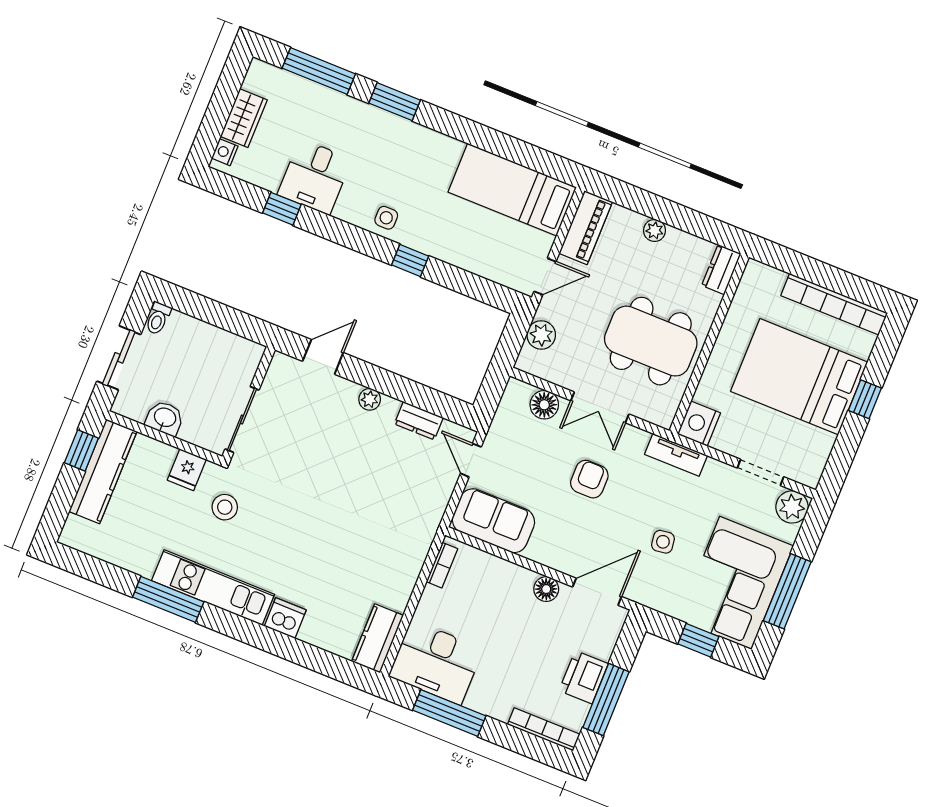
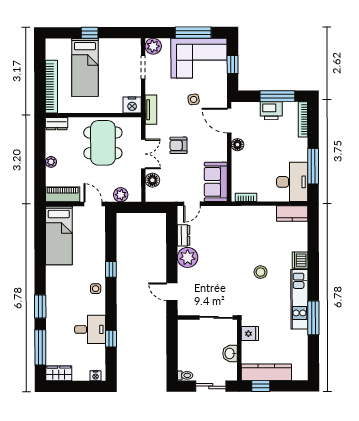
wardrobe: (244, 118) -> (59, 373), moved
bookcase: (834, 304) -> (51, 87), moved
bed: (799, 377) -> (85, 67), width x0.67
plant: (370, 399) -> (188, 257), width x1.87, depth x1.87
stool: (225, 507) -> (261, 272), moved

